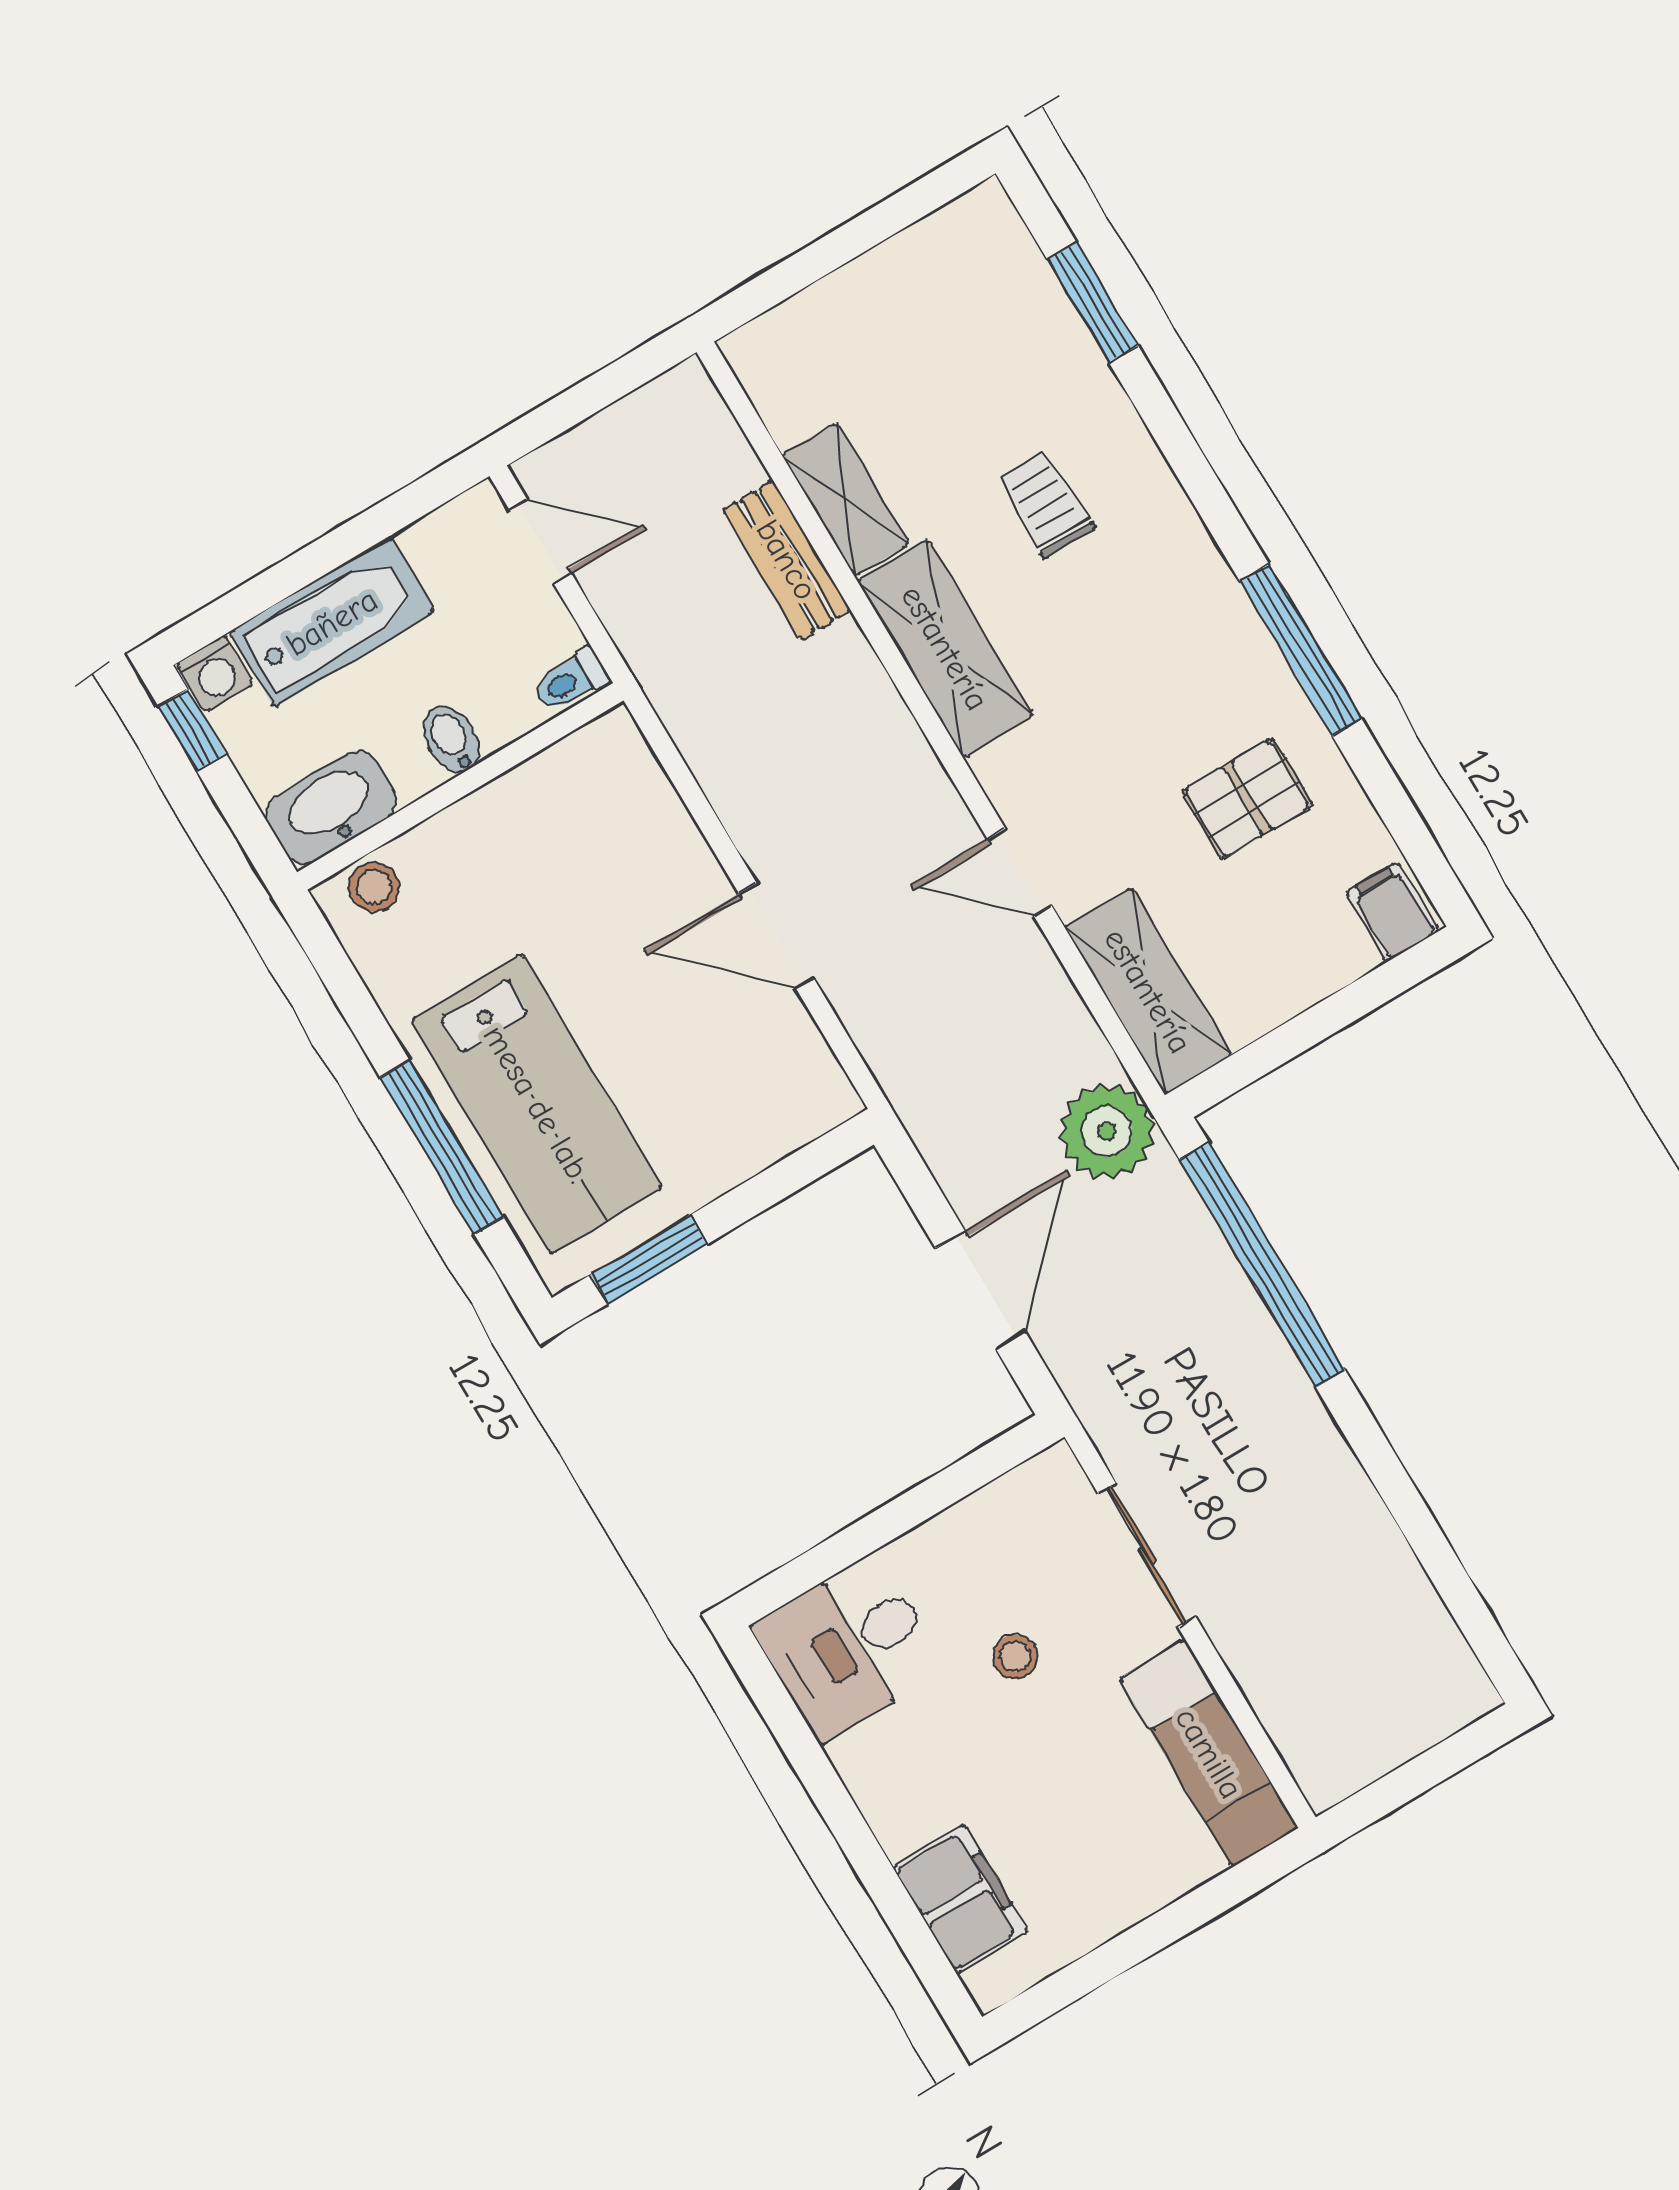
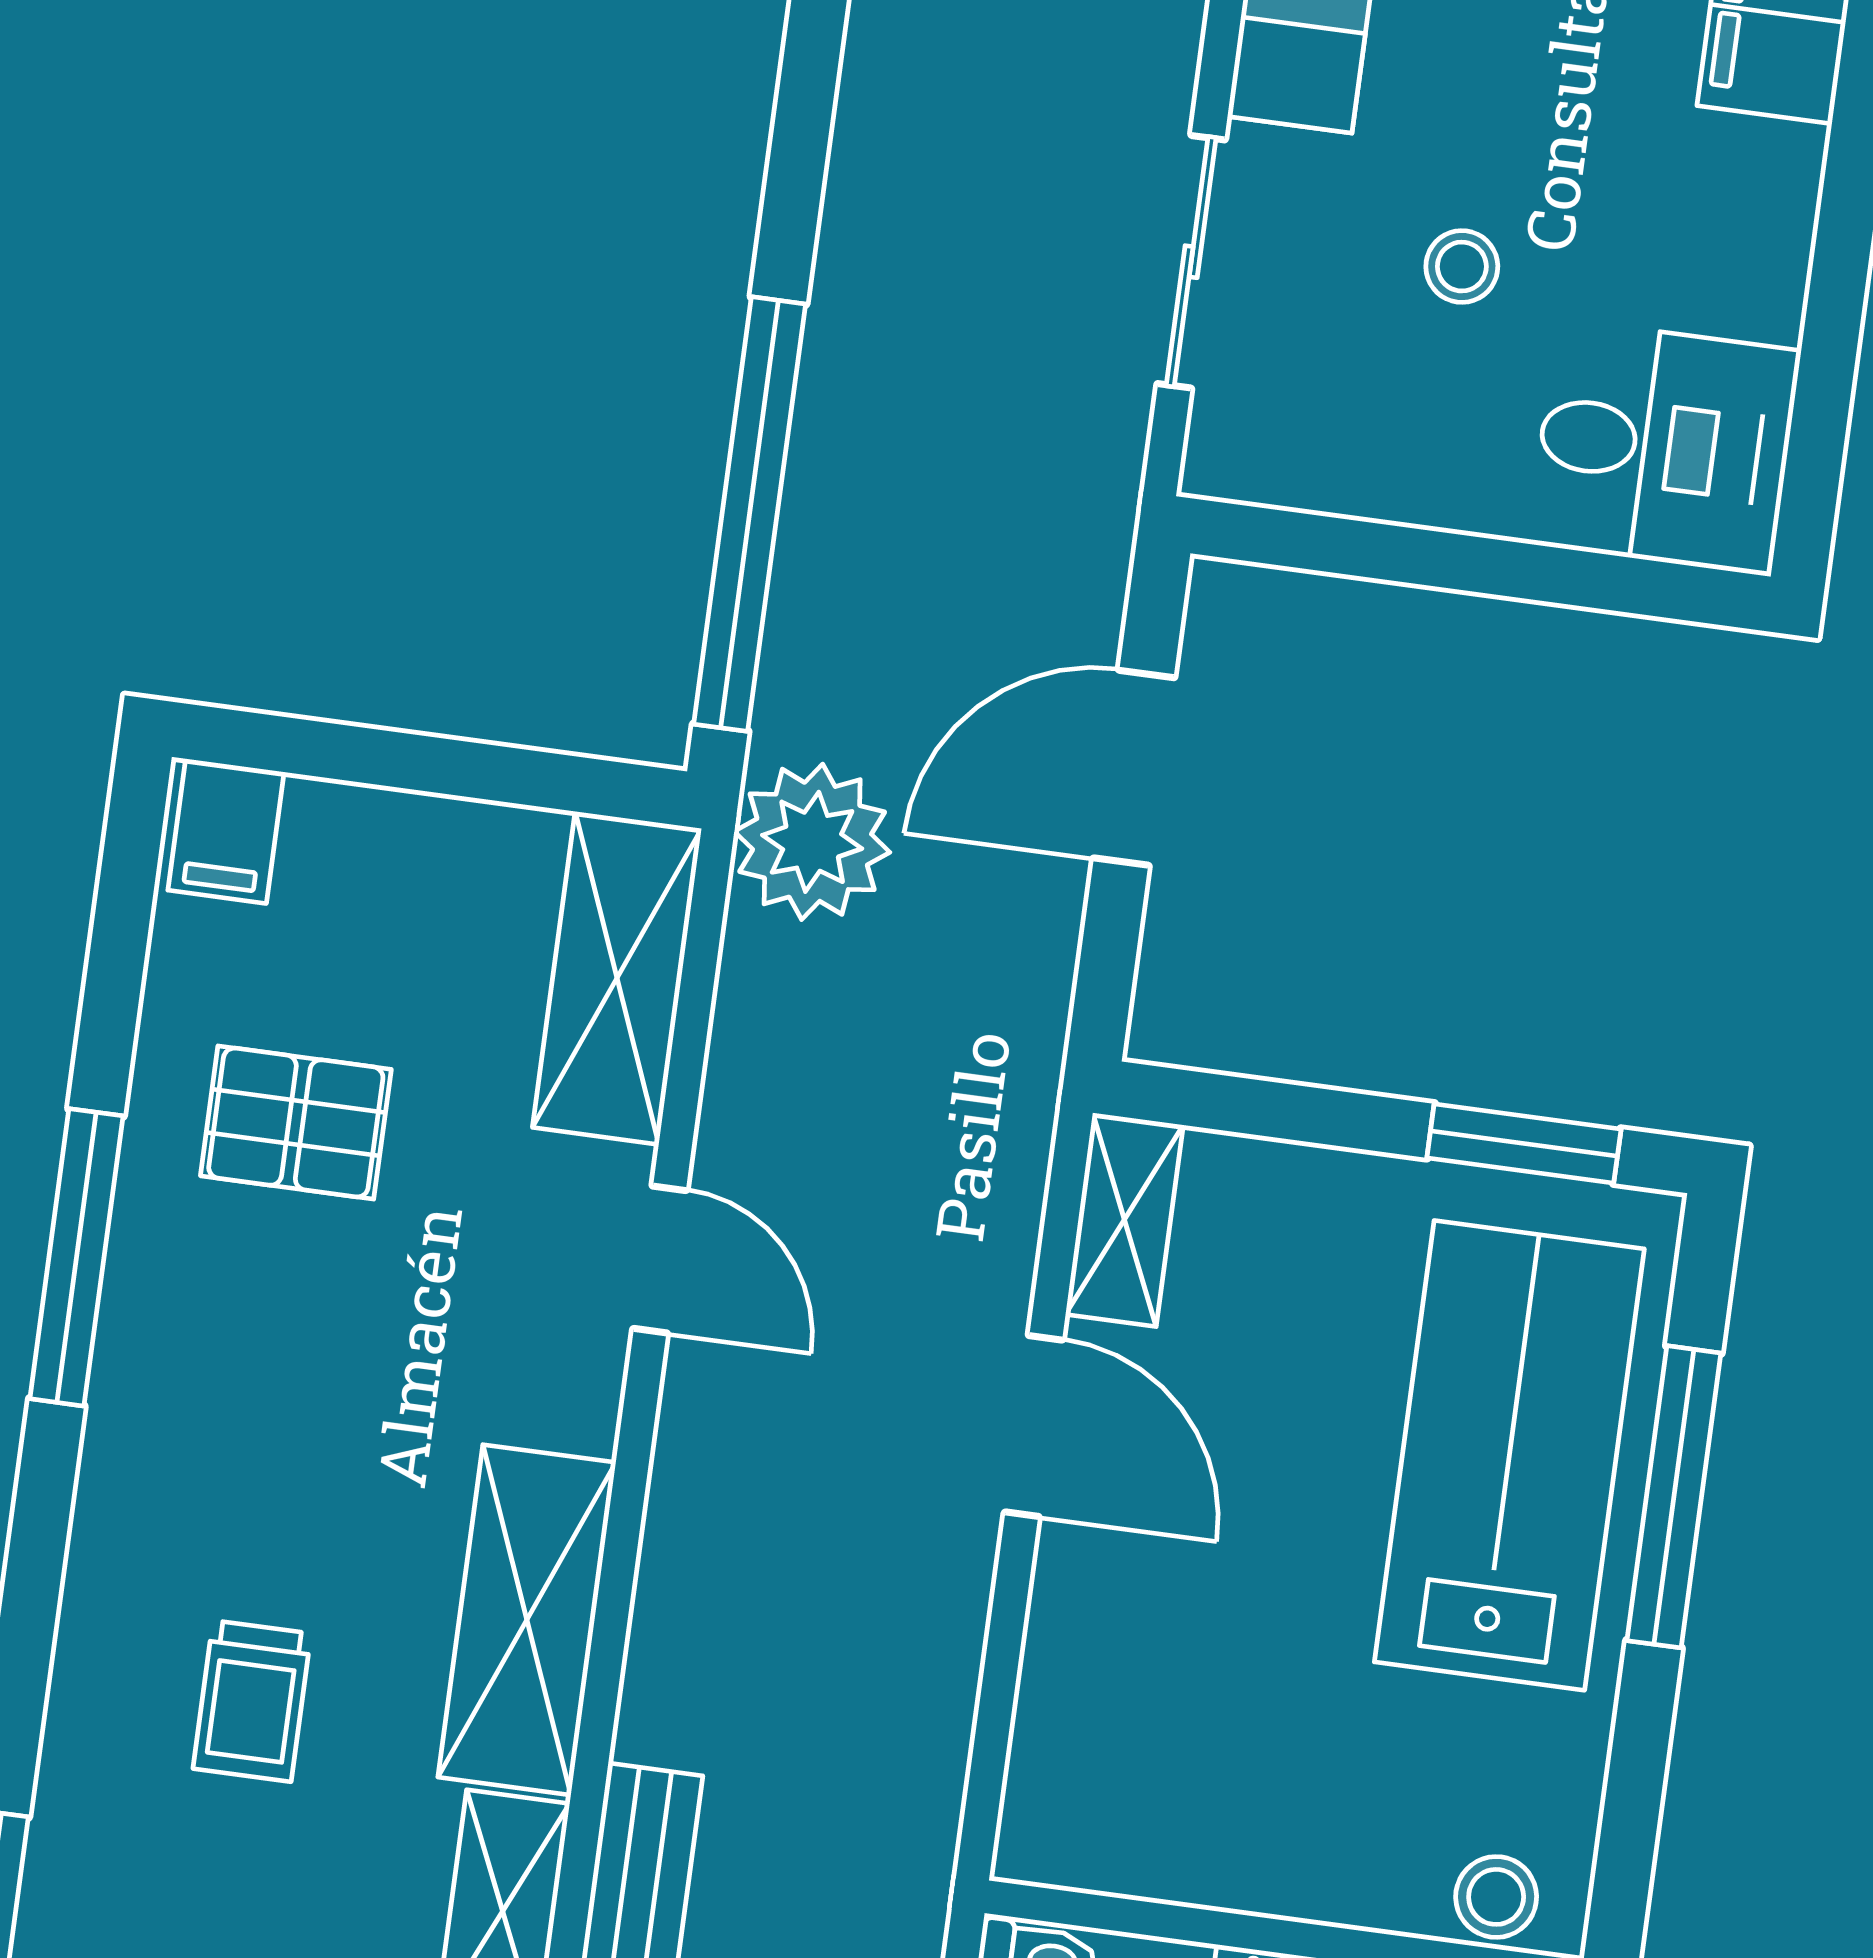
shelving: (812, 1070) -> (1124, 1220), added

